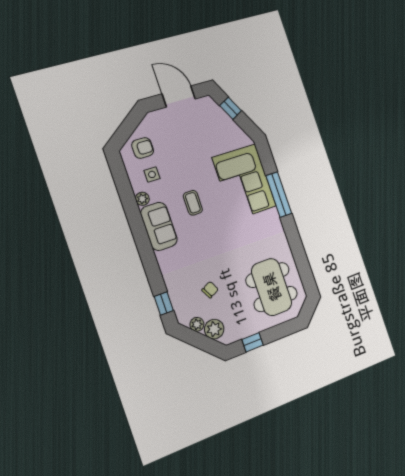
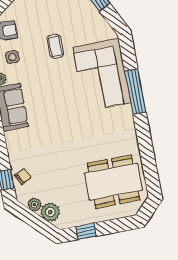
coffee table: (193, 203) -> (55, 46), moved
dining table: (272, 287) -> (113, 182), turned 90
chair: (210, 290) -> (23, 176), moved

